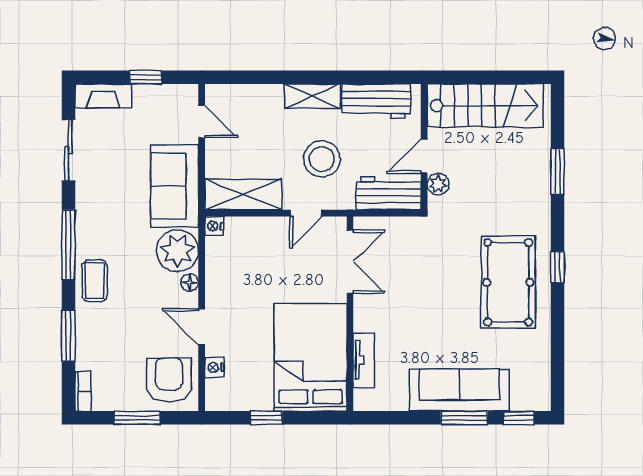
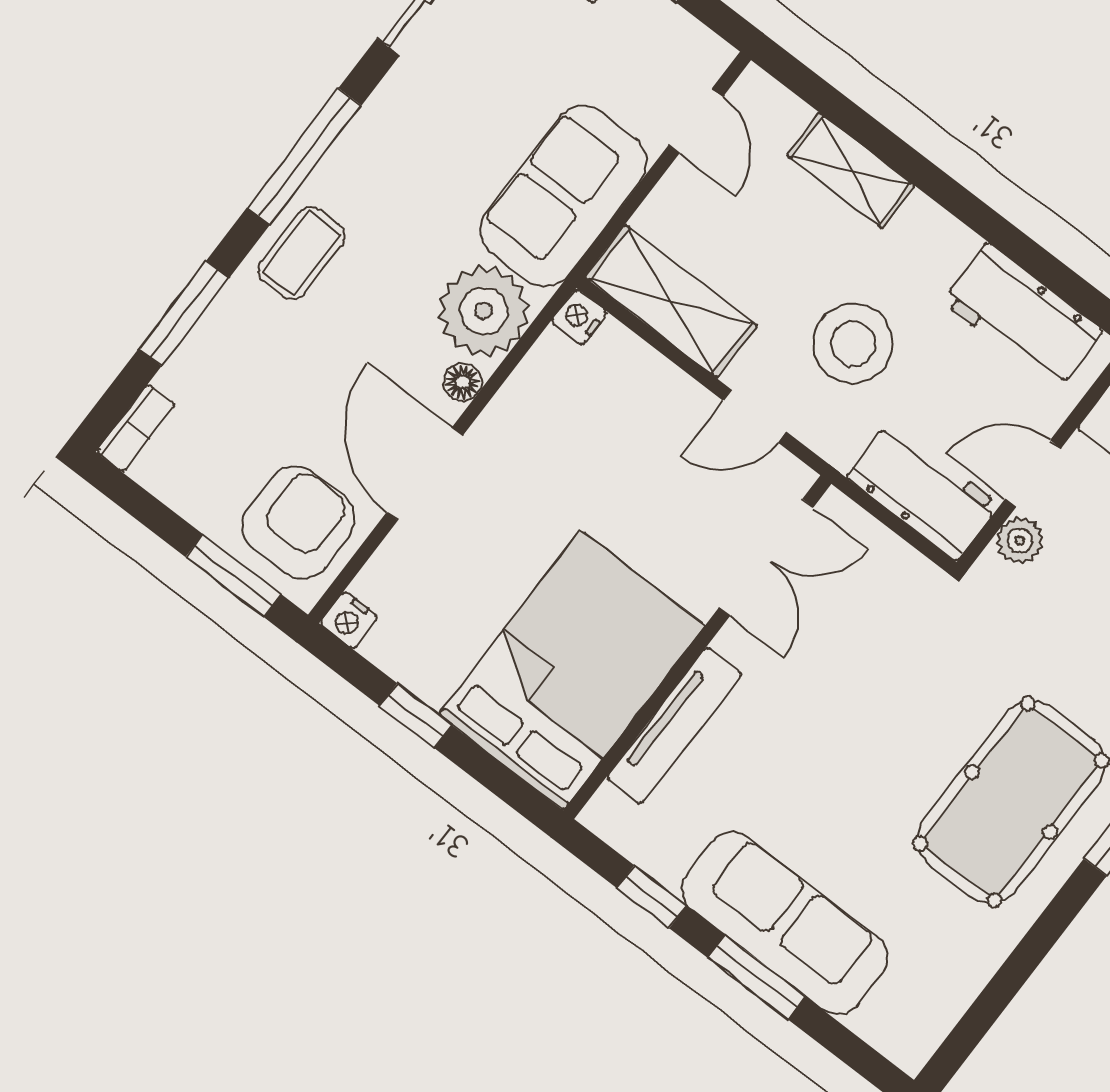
shelving: (312, 96) -> (851, 171), moved
door: (202, 327) -> (425, 474), width x1.37
tv unit: (364, 360) -> (674, 726), width x1.41
nightstand: (214, 367) -> (349, 620), moved, turned -90
window: (137, 418) -> (233, 576), moved
window: (519, 418) -> (652, 897), moved

